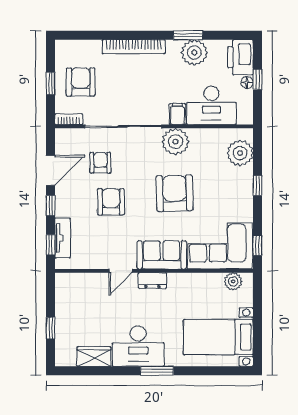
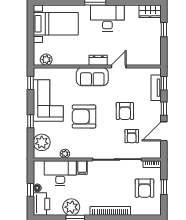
plant: (175, 142) -> (65, 154), moved, width x0.53, depth x0.53
armchair: (175, 193) -> (84, 116), turned 92
corner sofa: (220, 246) -> (48, 101), moved, turned -90
wardrobe: (94, 357) -> (150, 11), moved

